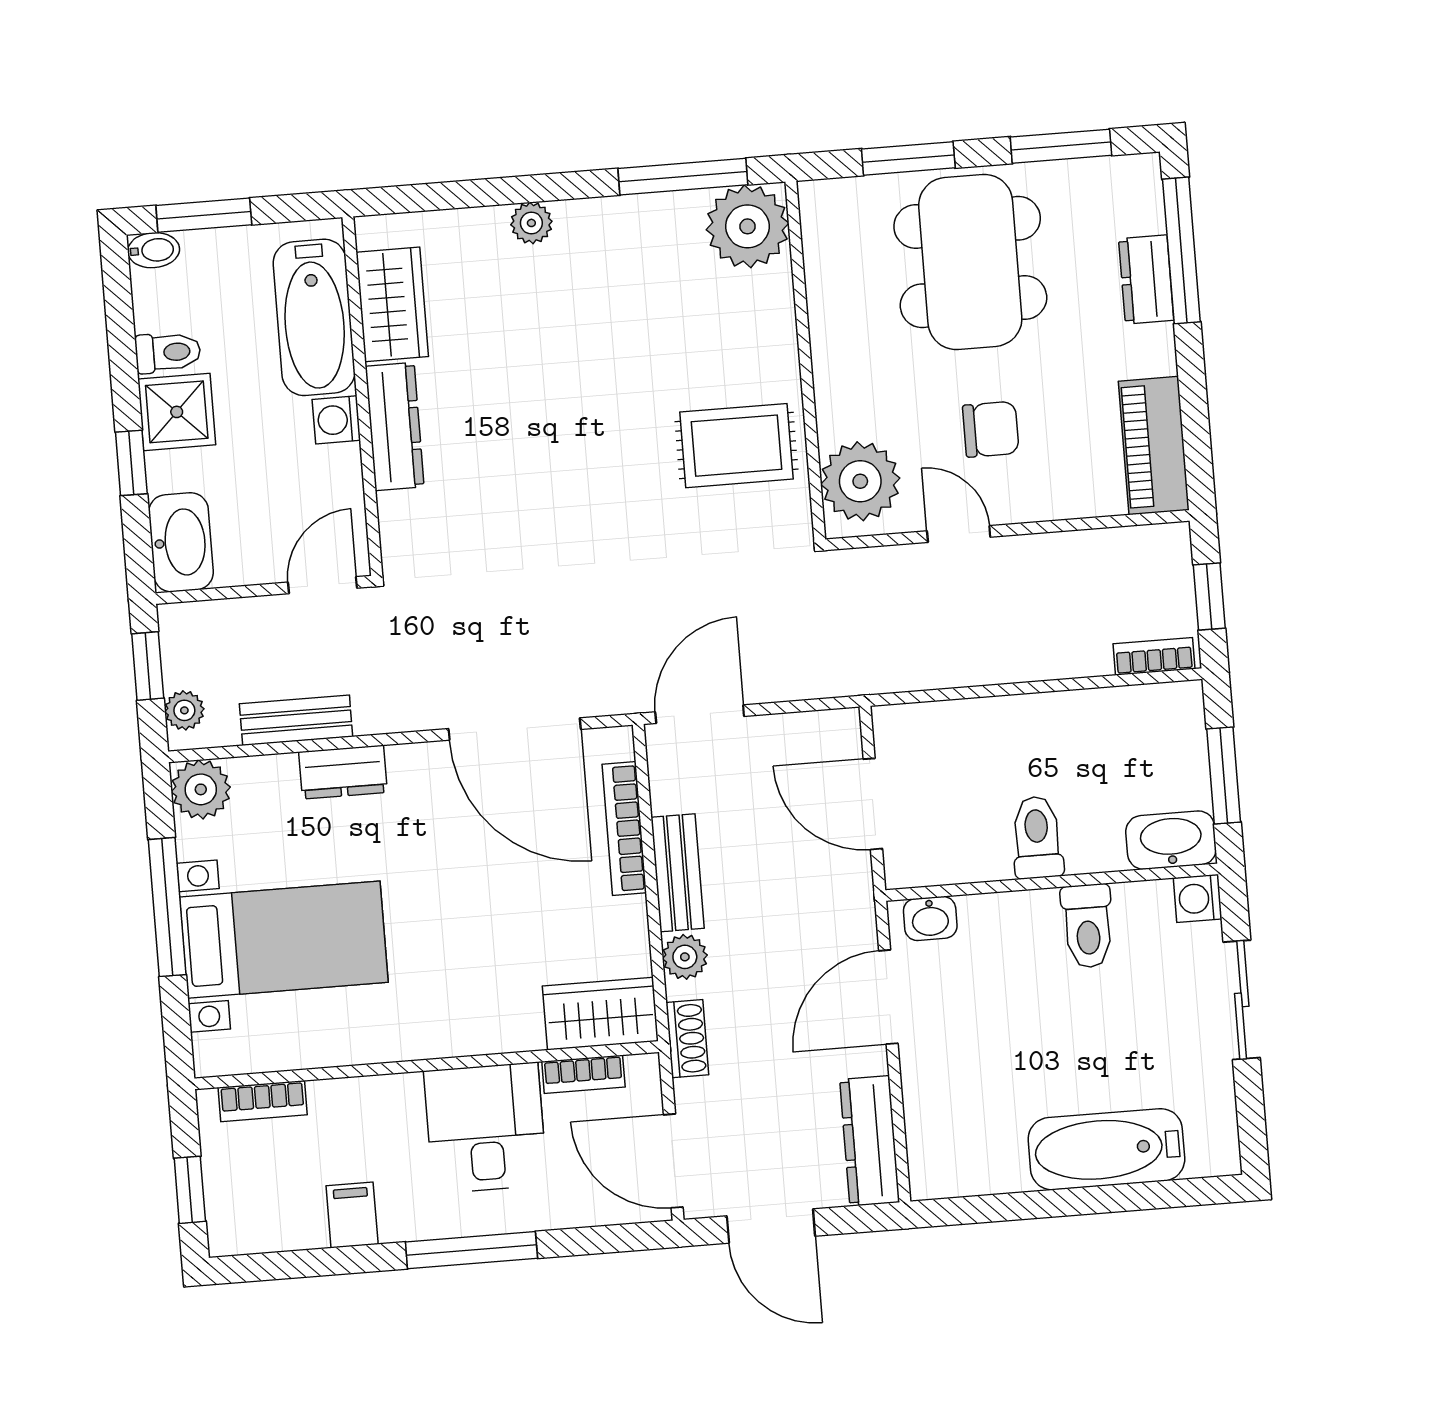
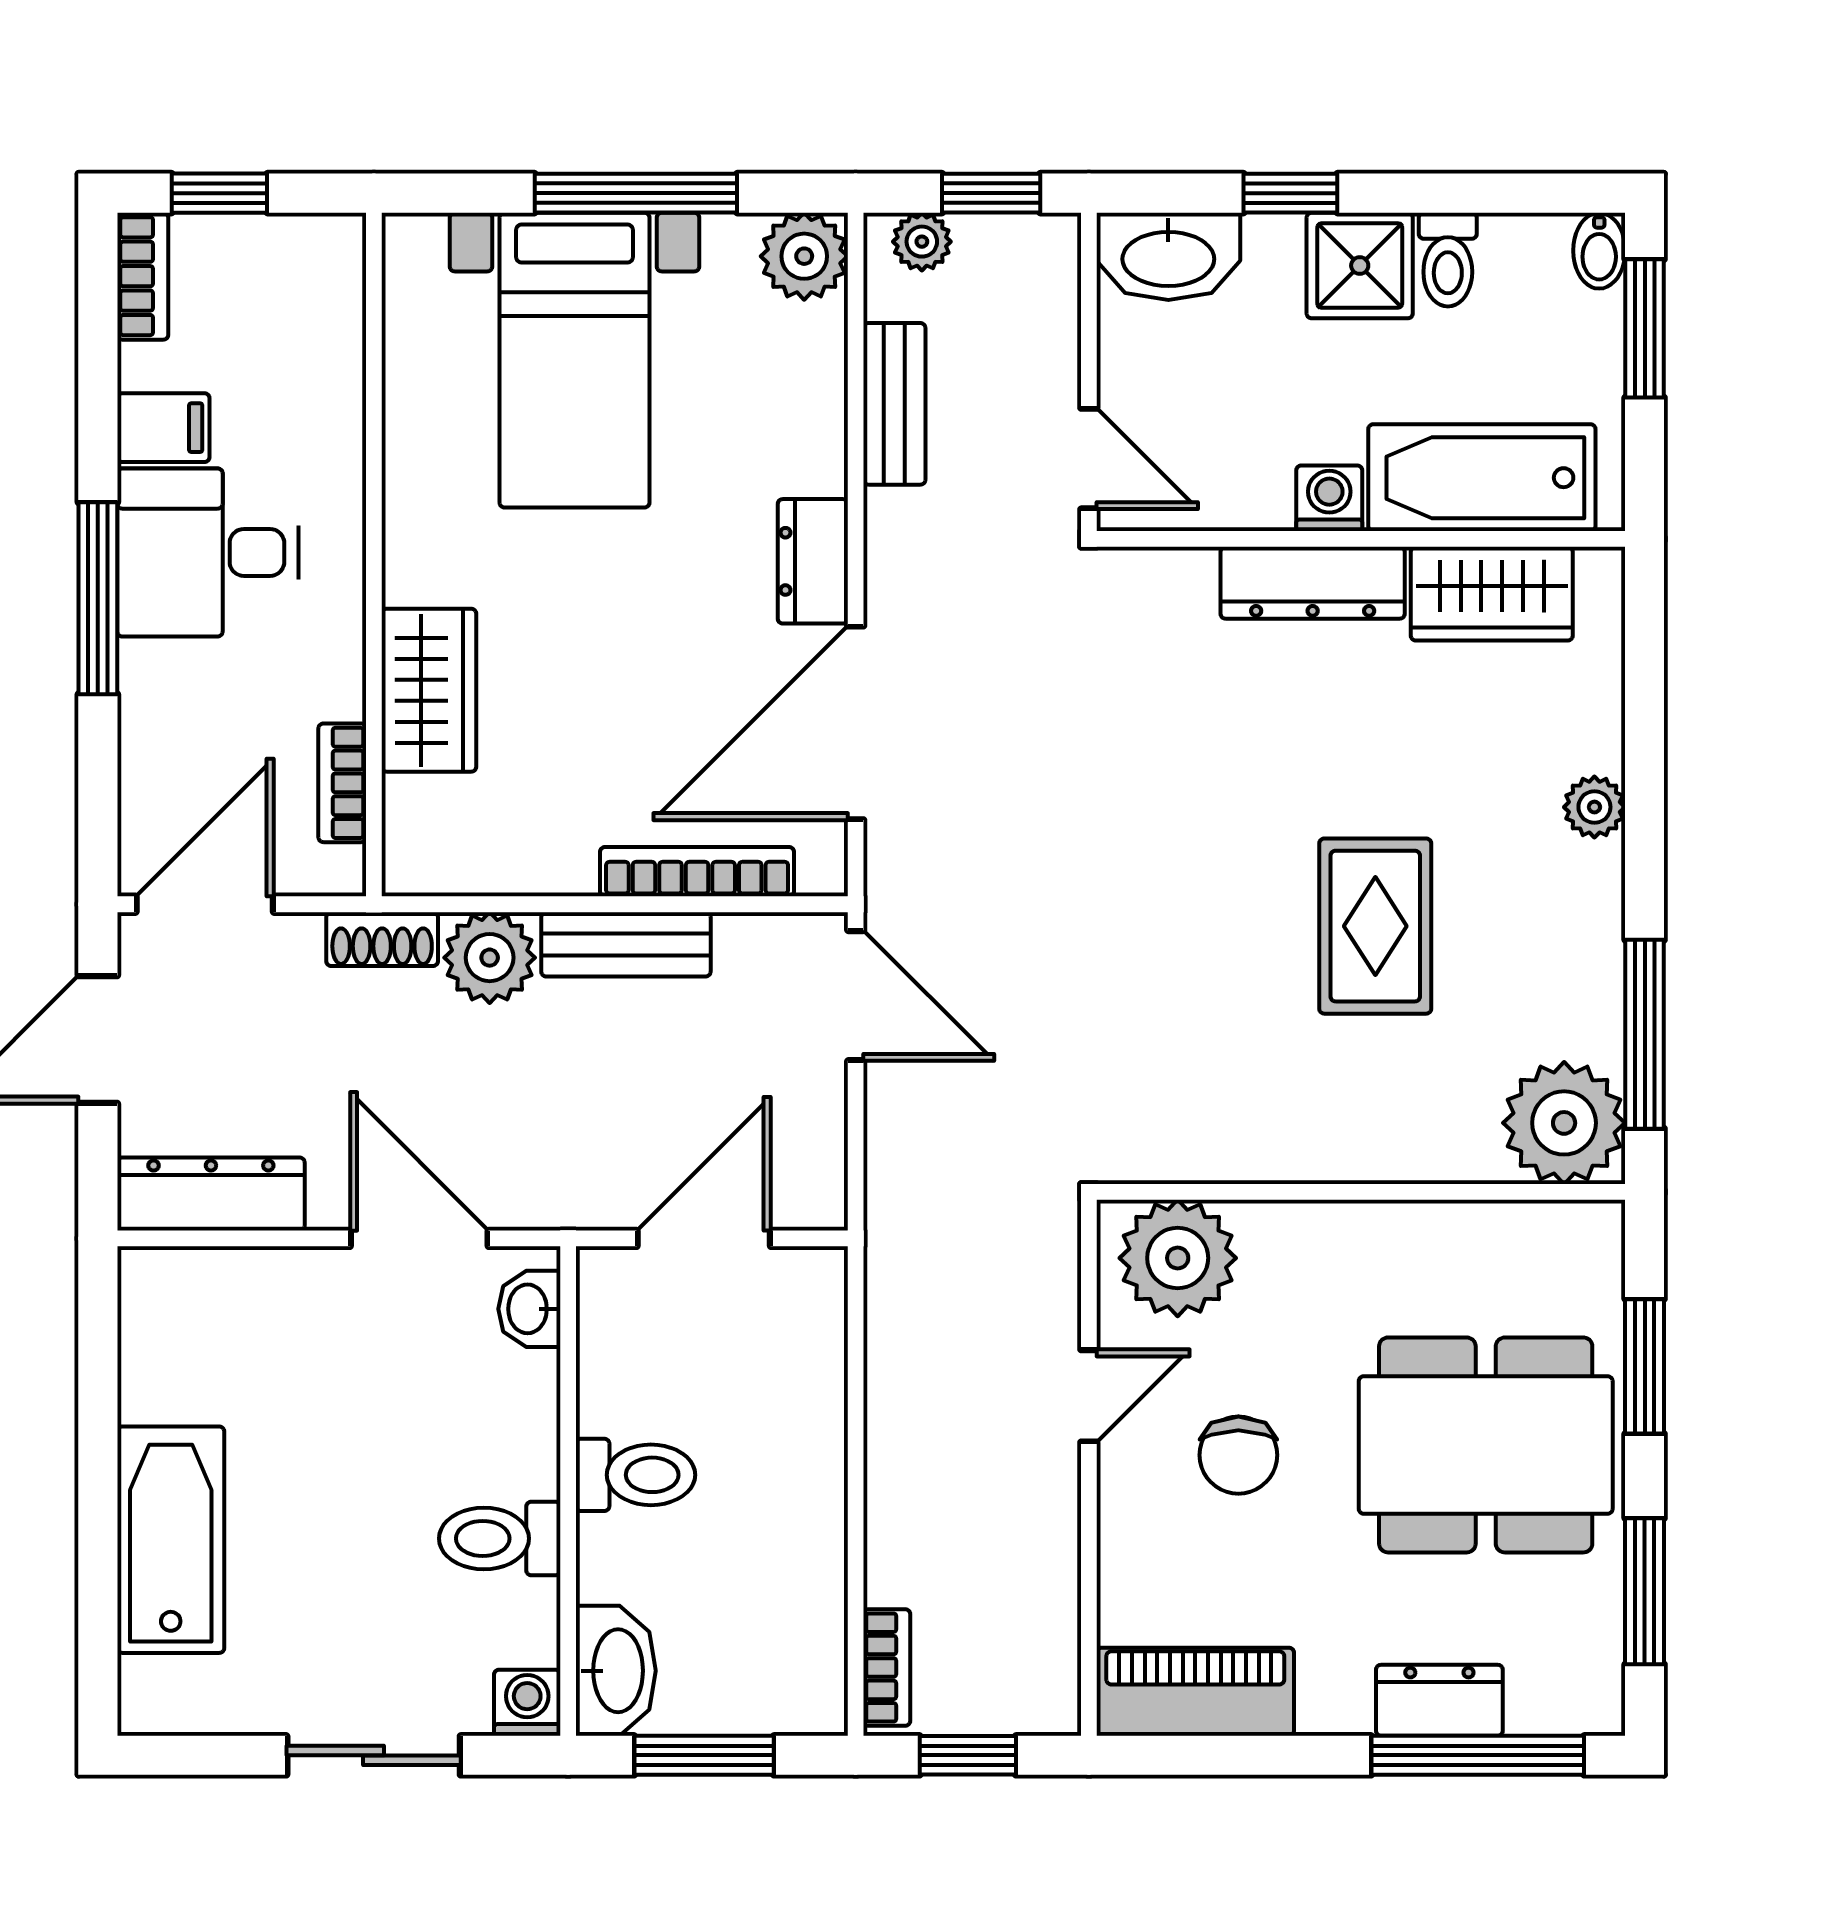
rug: (736, 446) -> (1375, 926), moved
dresser: (343, 772) -> (813, 561), moved
plant: (685, 957) -> (490, 958), width x1.38, depth x1.38
wardrobe: (600, 1014) -> (429, 690), moved
bookcase: (263, 1101) -> (143, 276), moved, turned 180
desk: (485, 1128) -> (208, 552), moved, turned 180

